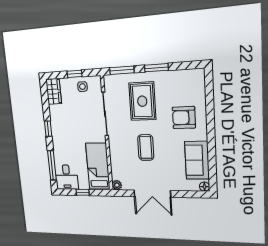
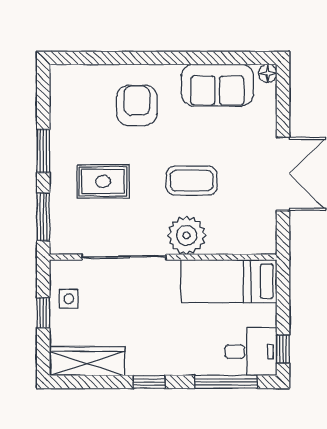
wardrobe: (54, 91) -> (87, 361), width x1.50
rug: (142, 101) -> (103, 181), width x0.73, depth x0.70
armchair: (184, 118) -> (137, 105), turned 180
plant: (117, 185) -> (187, 235), moved, width x1.88, depth x1.88
window: (83, 192) -> (283, 349), moved

